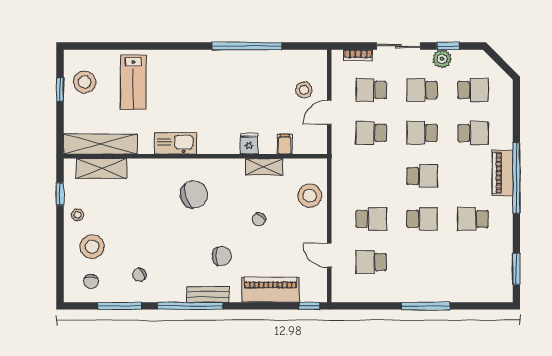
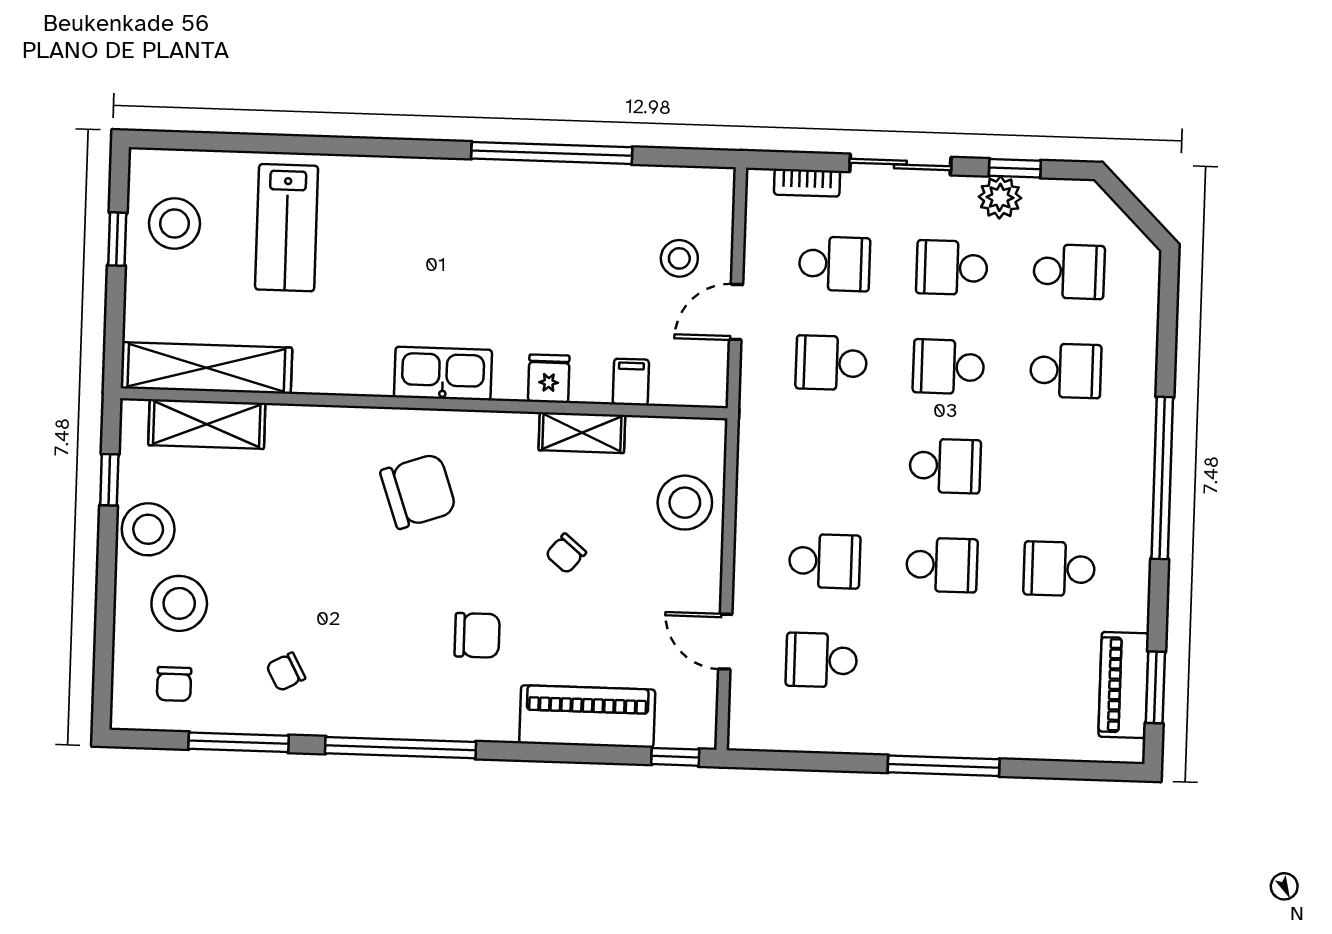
school desk: (371, 90) -> (834, 264), turned 180
kitchen sink: (175, 143) -> (443, 374), moved
piano: (503, 173) -> (1124, 685), moved
stool: (78, 215) -> (148, 529), width x1.89, depth x1.89
bench: (208, 294) -> (443, 723), removed

